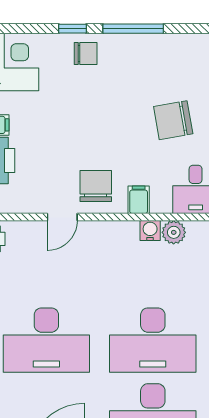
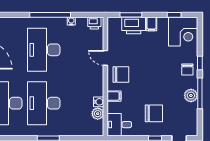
plant: (137, 46) -> (191, 95), added
chair: (173, 120) -> (154, 113), turned 100

